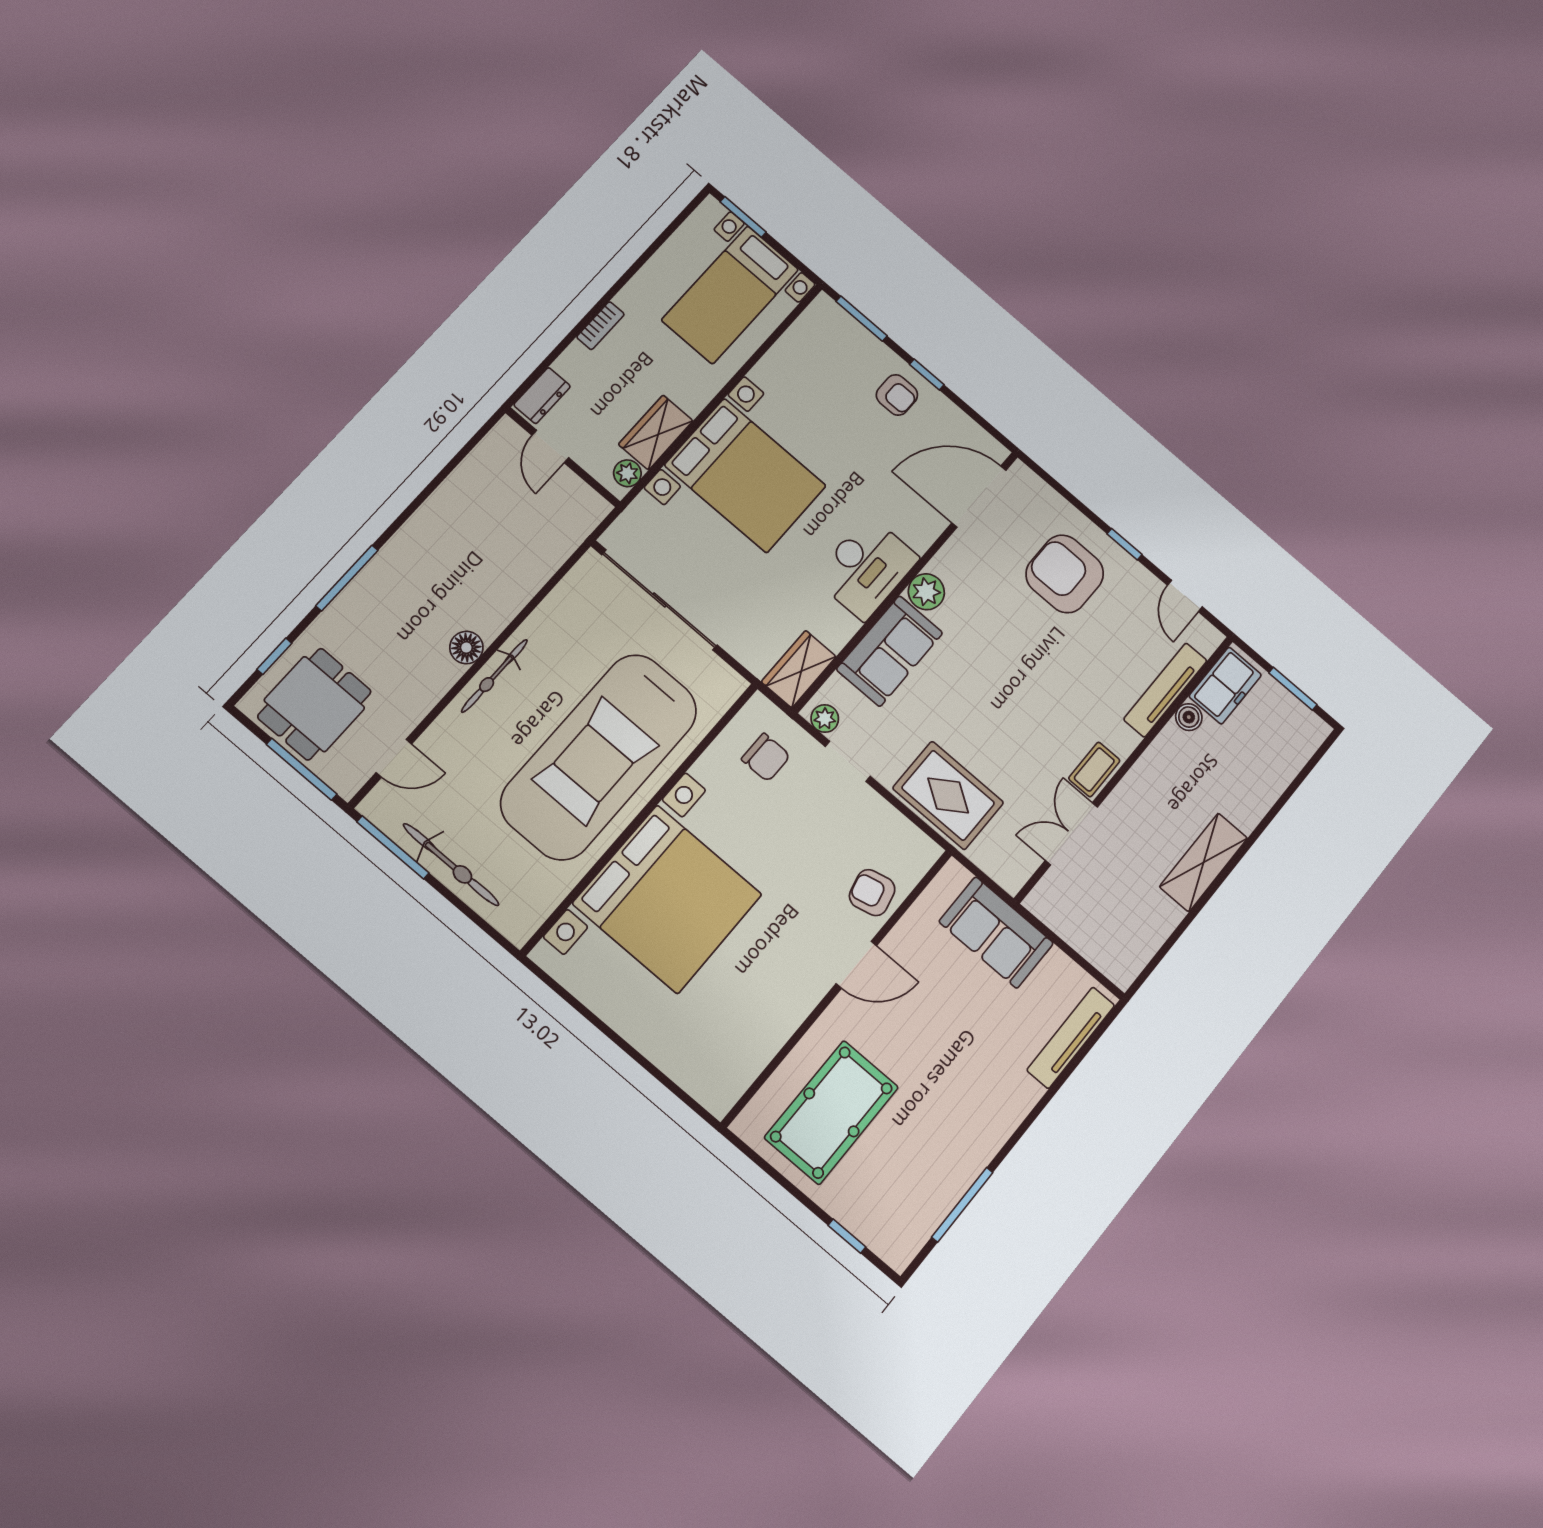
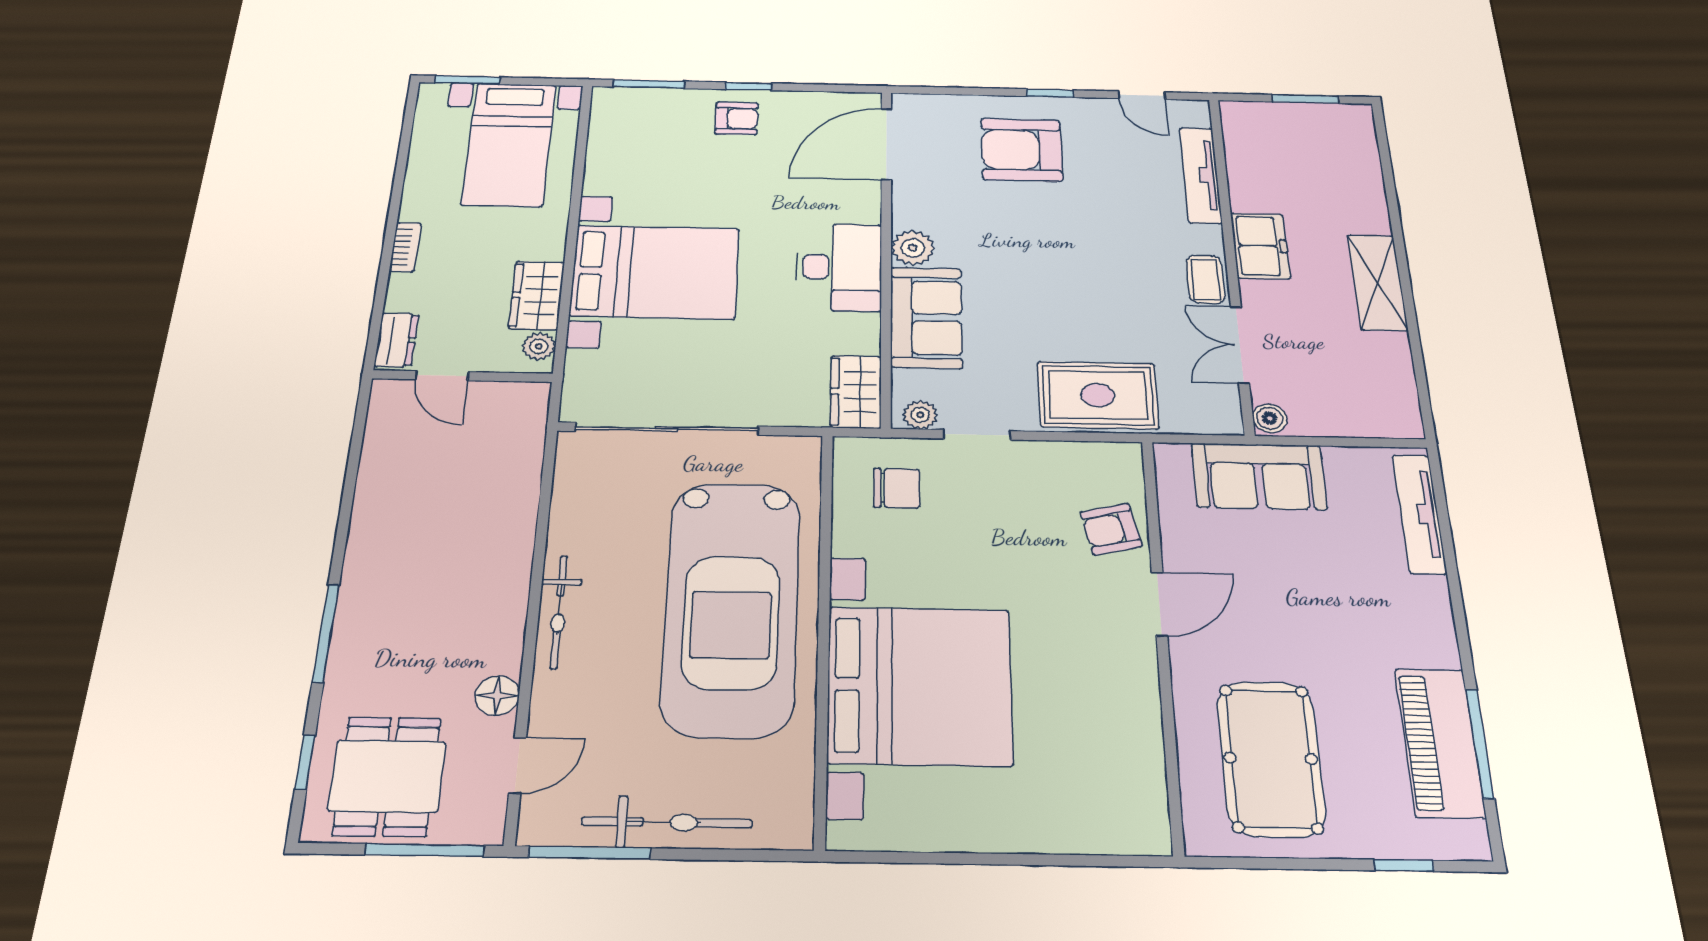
floor lamp: (466, 647) -> (497, 696), moved
freezer: (1225, 686) -> (1260, 246), moved
boiler: (1189, 717) -> (1270, 418), moved
piano: (939, 1185) -> (1440, 743), added

